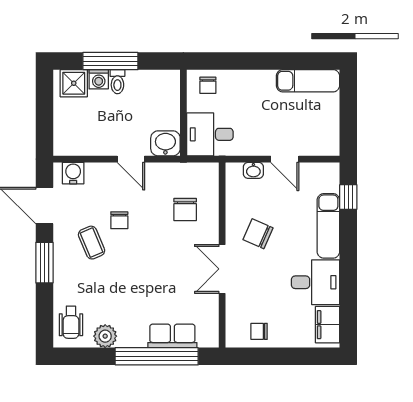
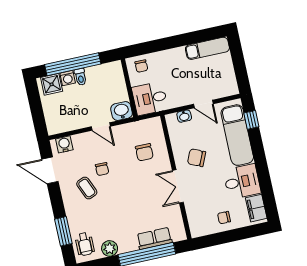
window: (110, 61) -> (73, 64), width x1.46
exam couch: (328, 226) -> (237, 135), width x1.36, depth x1.45
window: (44, 263) -> (63, 231), moved
chair: (259, 331) -> (224, 218), moved

